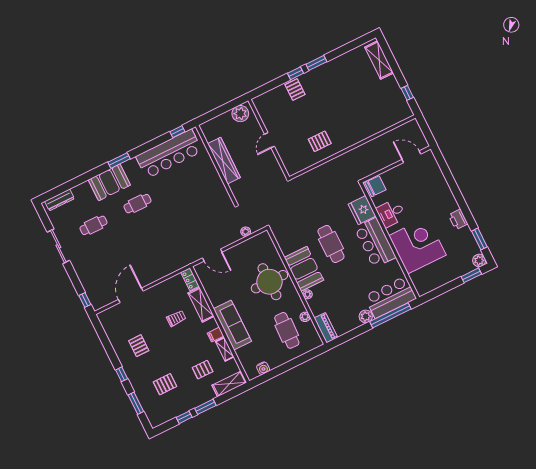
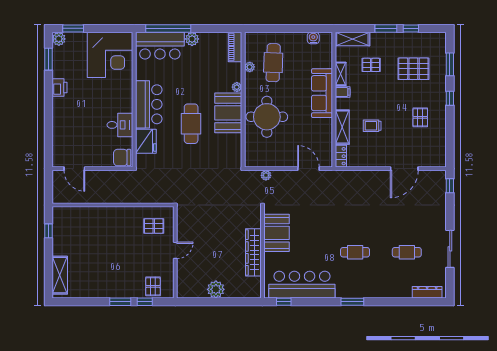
wall: (269, 139) -> (175, 252), moved
door: (270, 140) -> (175, 250), moved
booth: (109, 182) -> (276, 233), moved, turned 90
corner desk: (417, 245) -> (110, 55), moved, turned -90
pallet: (165, 384) -> (413, 69), width x1.50, depth x1.42

